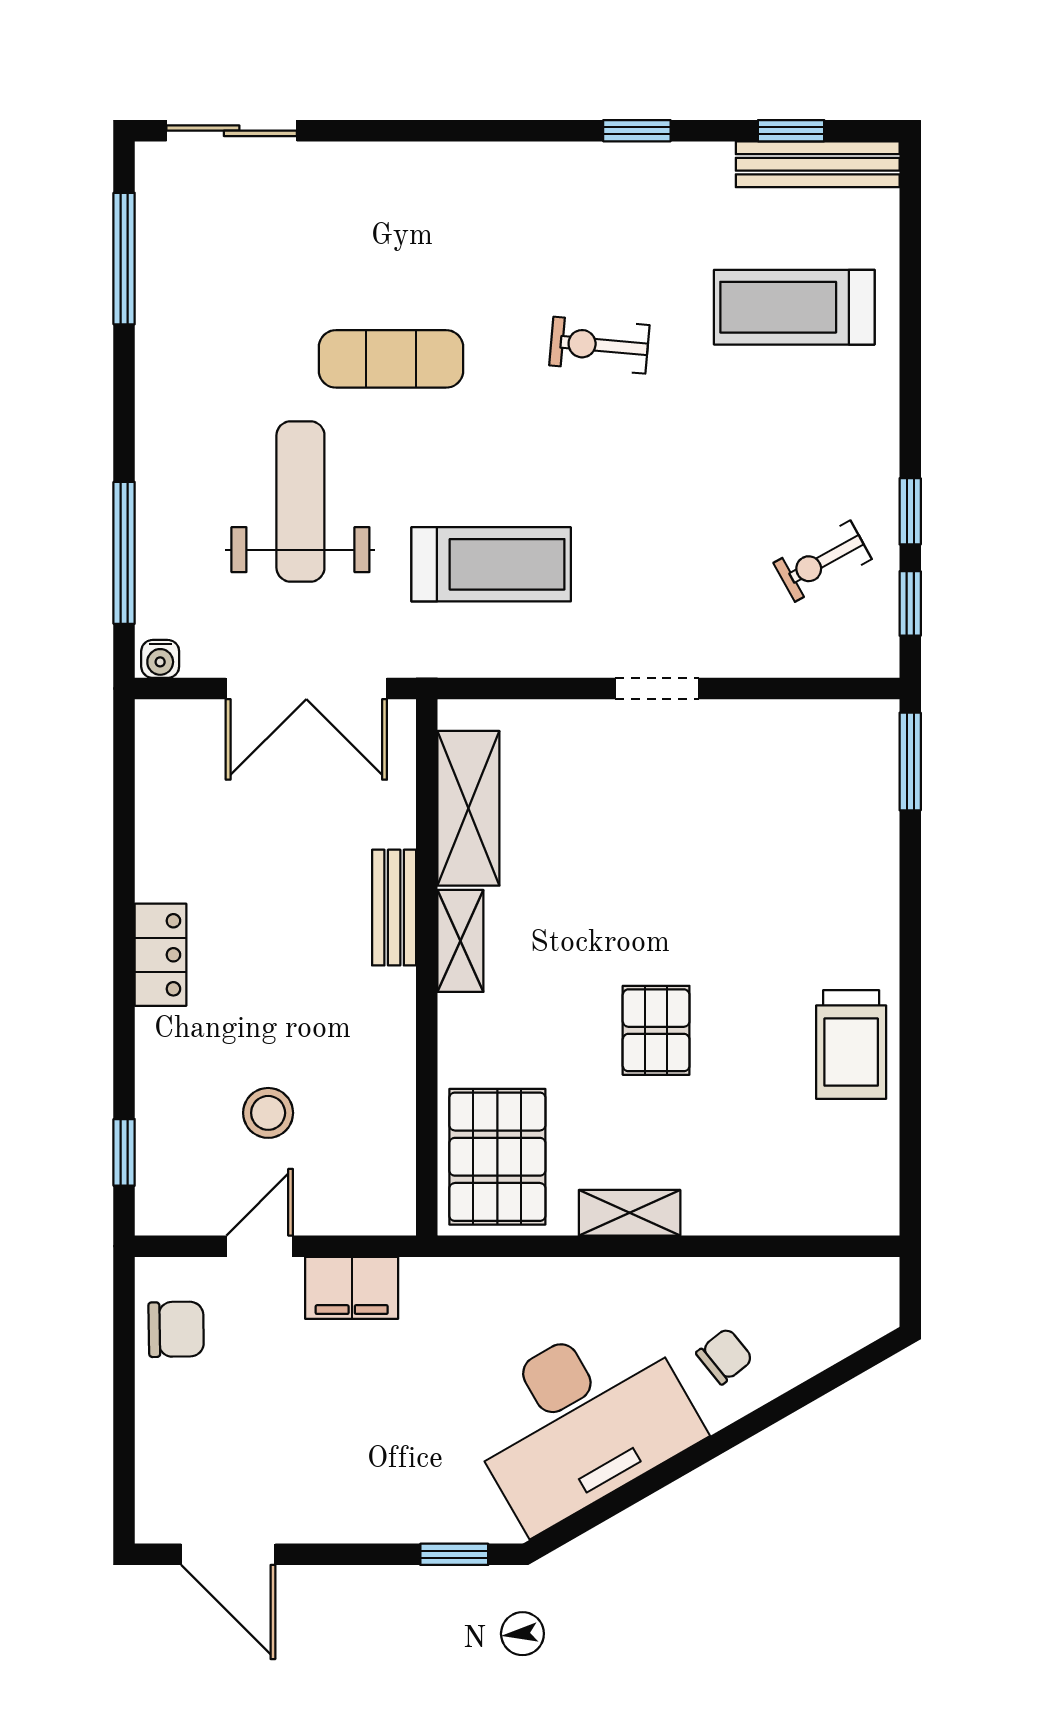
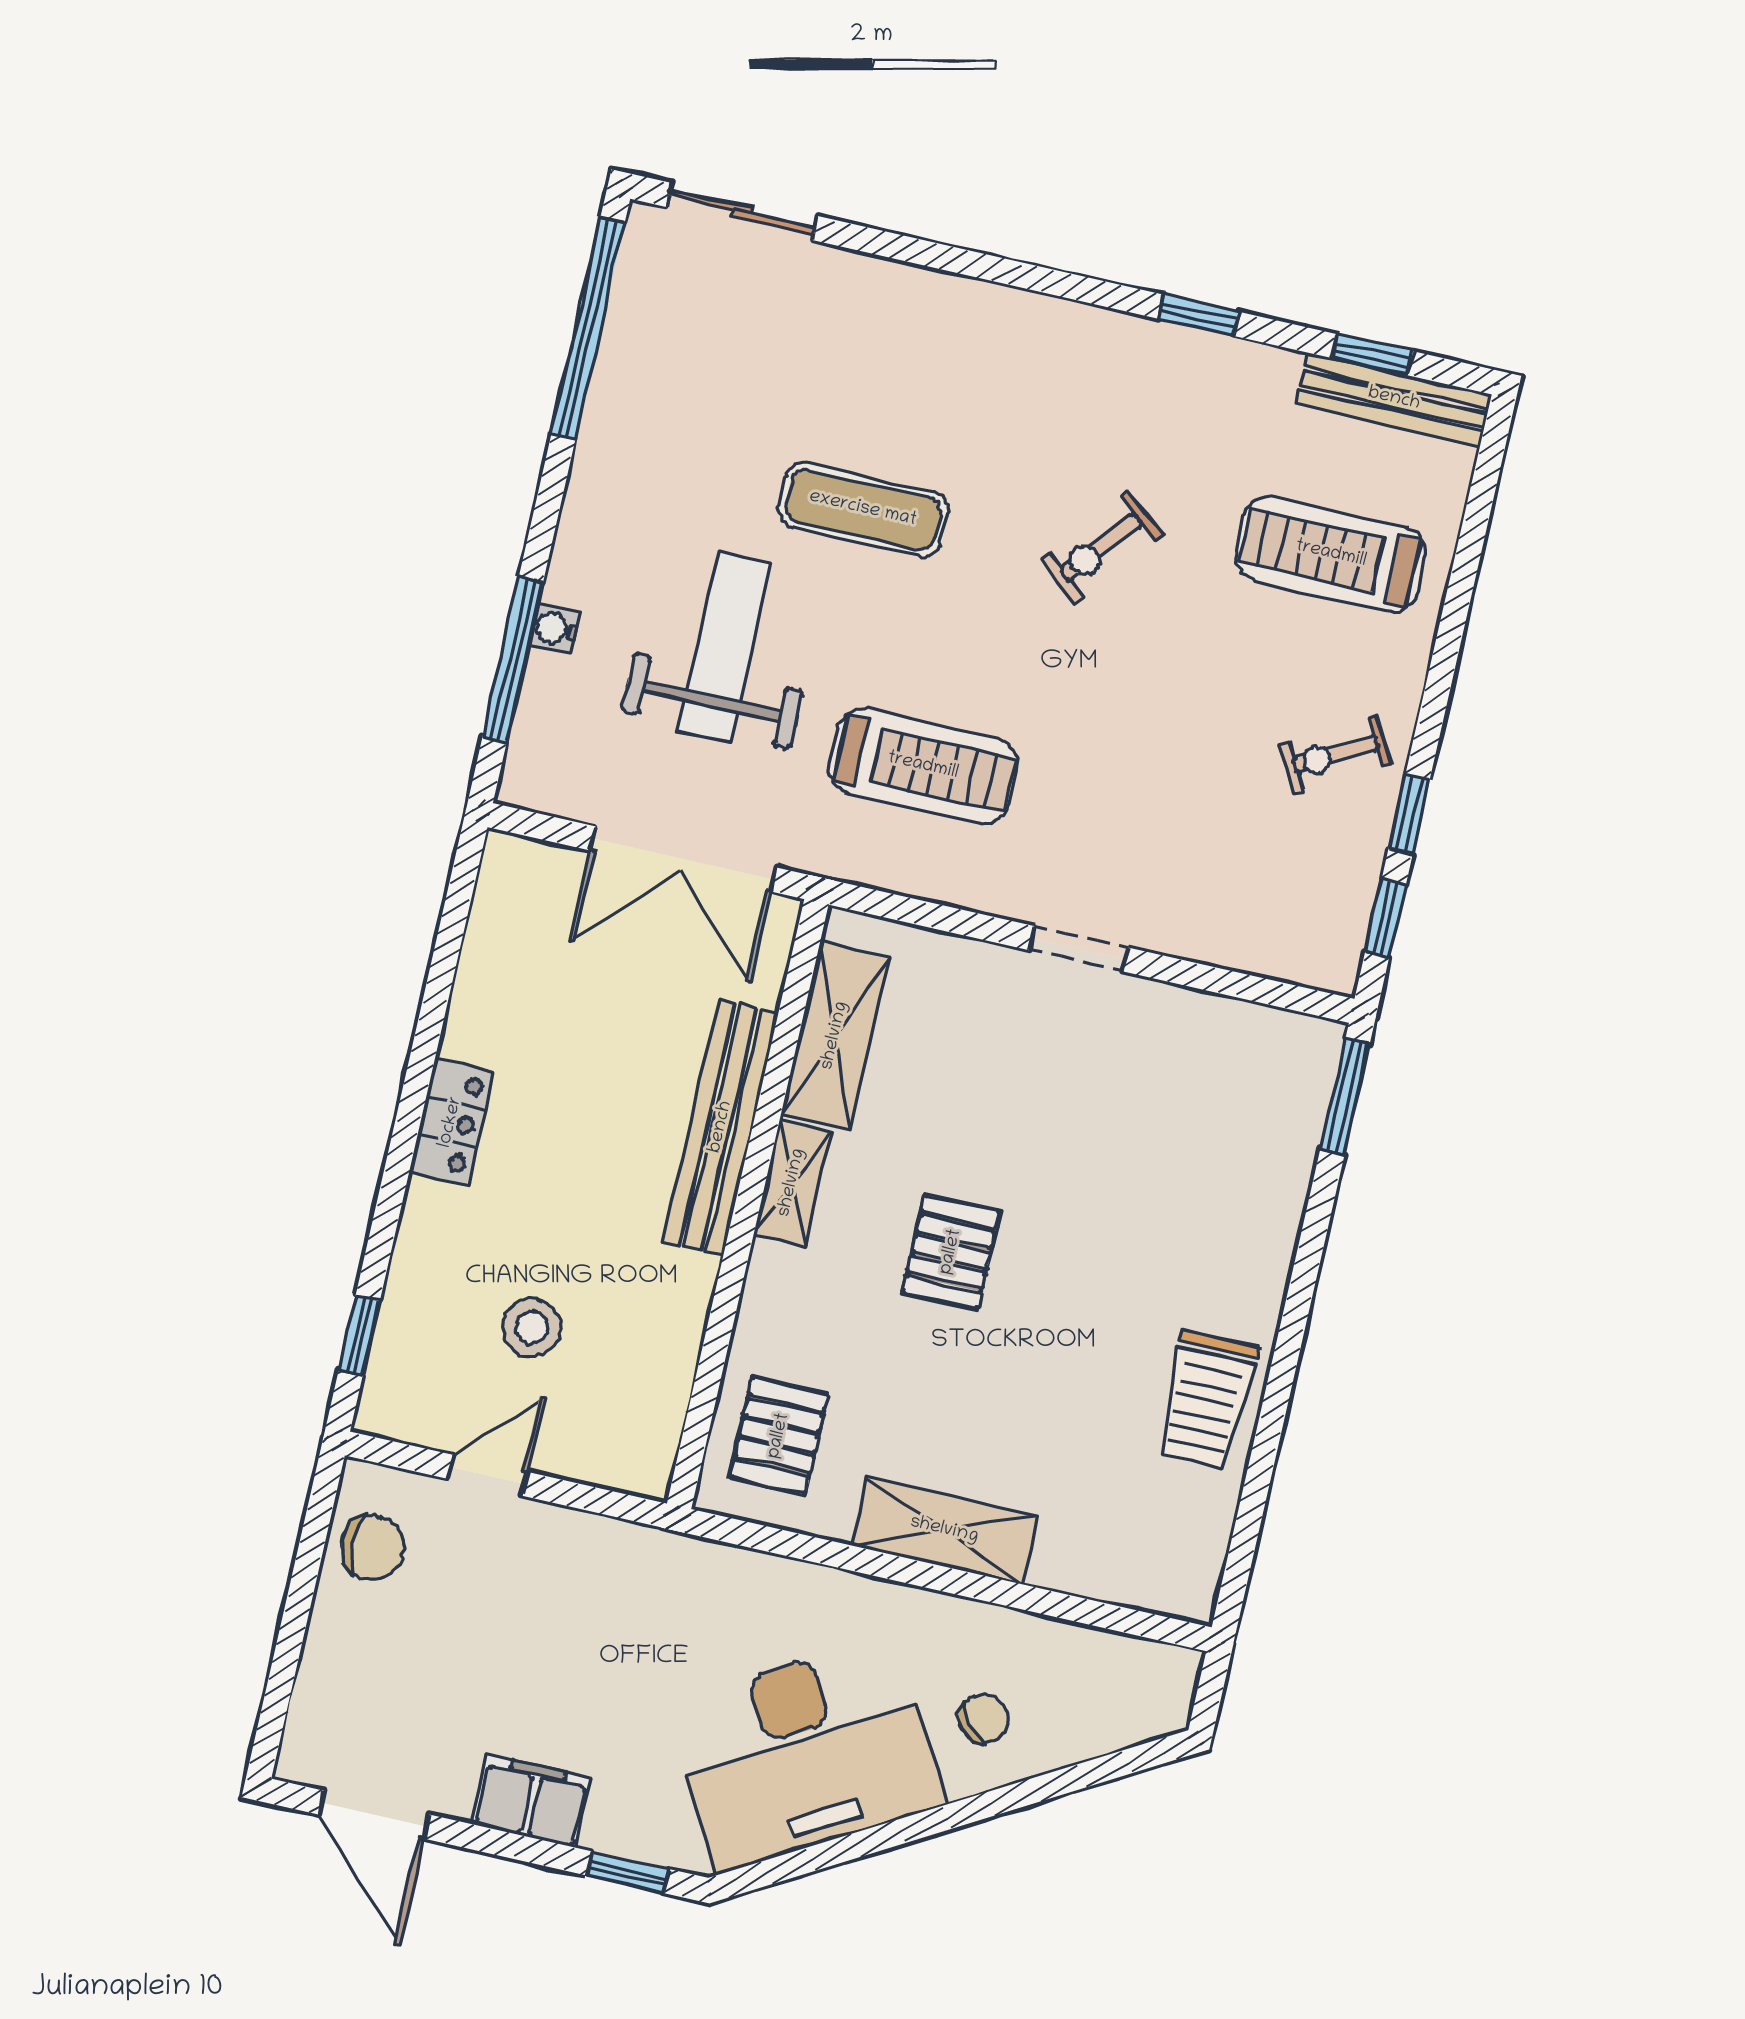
window: (124, 259) -> (588, 328), width x1.46
exercise bike: (599, 345) -> (1101, 547), turned -56
exercise bike: (823, 561) -> (1336, 754), moved
water cooler: (160, 659) -> (555, 629), moved, turned 90
bench: (394, 908) -> (721, 1127), width x1.86, depth x1.21
pallet: (656, 1030) -> (951, 1252), moved
pallet: (497, 1157) -> (779, 1436), width x0.67, depth x0.71
shelving: (630, 1213) -> (944, 1530), width x1.50, depth x1.33
filing cabinet: (352, 1288) -> (532, 1801), moved, turned 180

